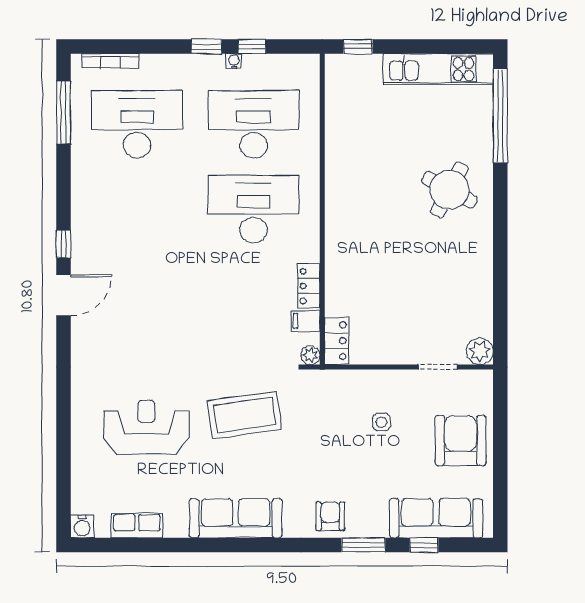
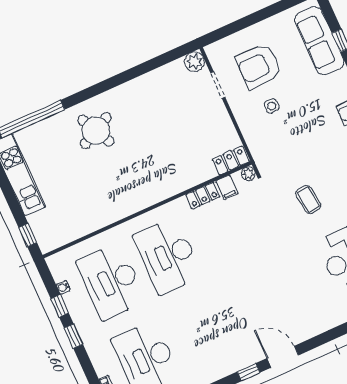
water cooler: (234, 61) -> (63, 287), moved
round table: (449, 190) -> (96, 131), turned 35
coffee table: (244, 415) -> (308, 200), width x0.54, depth x0.58
armchair: (461, 440) -> (259, 66), moved

